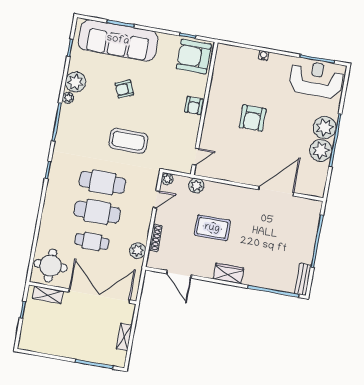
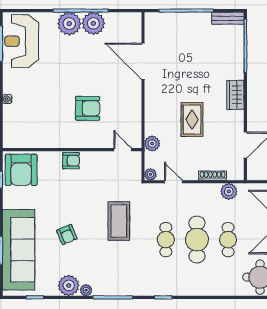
armchair: (253, 118) -> (88, 108), moved
cafe table: (103, 182) -> (166, 240), width x0.73, depth x0.74

